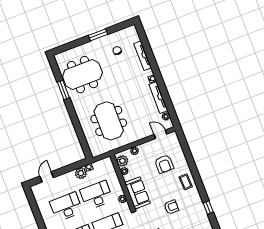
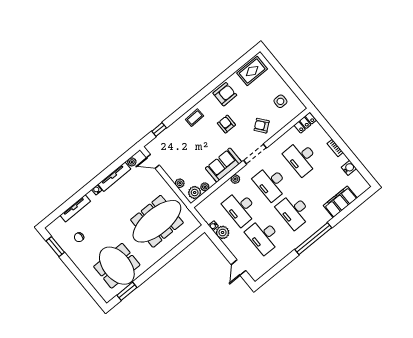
window: (98, 35) -> (55, 247), moved
window: (63, 90) -> (127, 291), moved
meeting table: (109, 121) -> (157, 221), width x1.36
door: (160, 134) -> (153, 161), hinge flipped
armchair: (164, 164) -> (225, 94), moved
door: (47, 177) -> (239, 268), hinge flipped
window: (208, 208) -> (159, 129), moved

